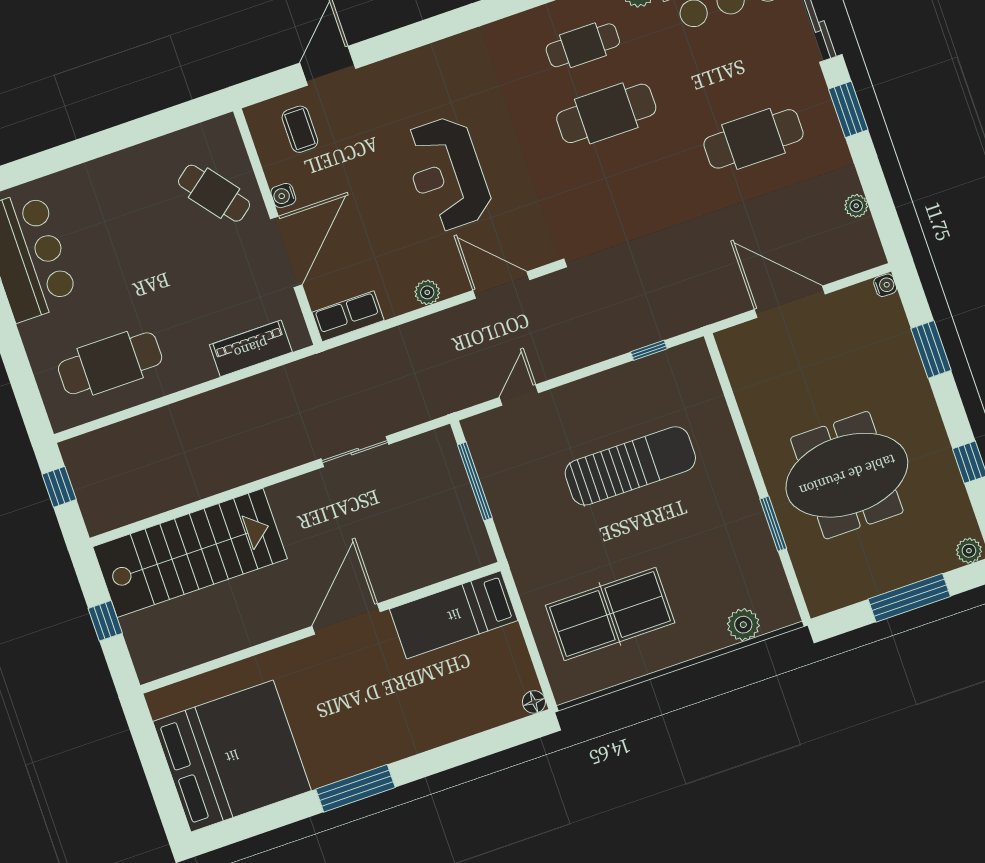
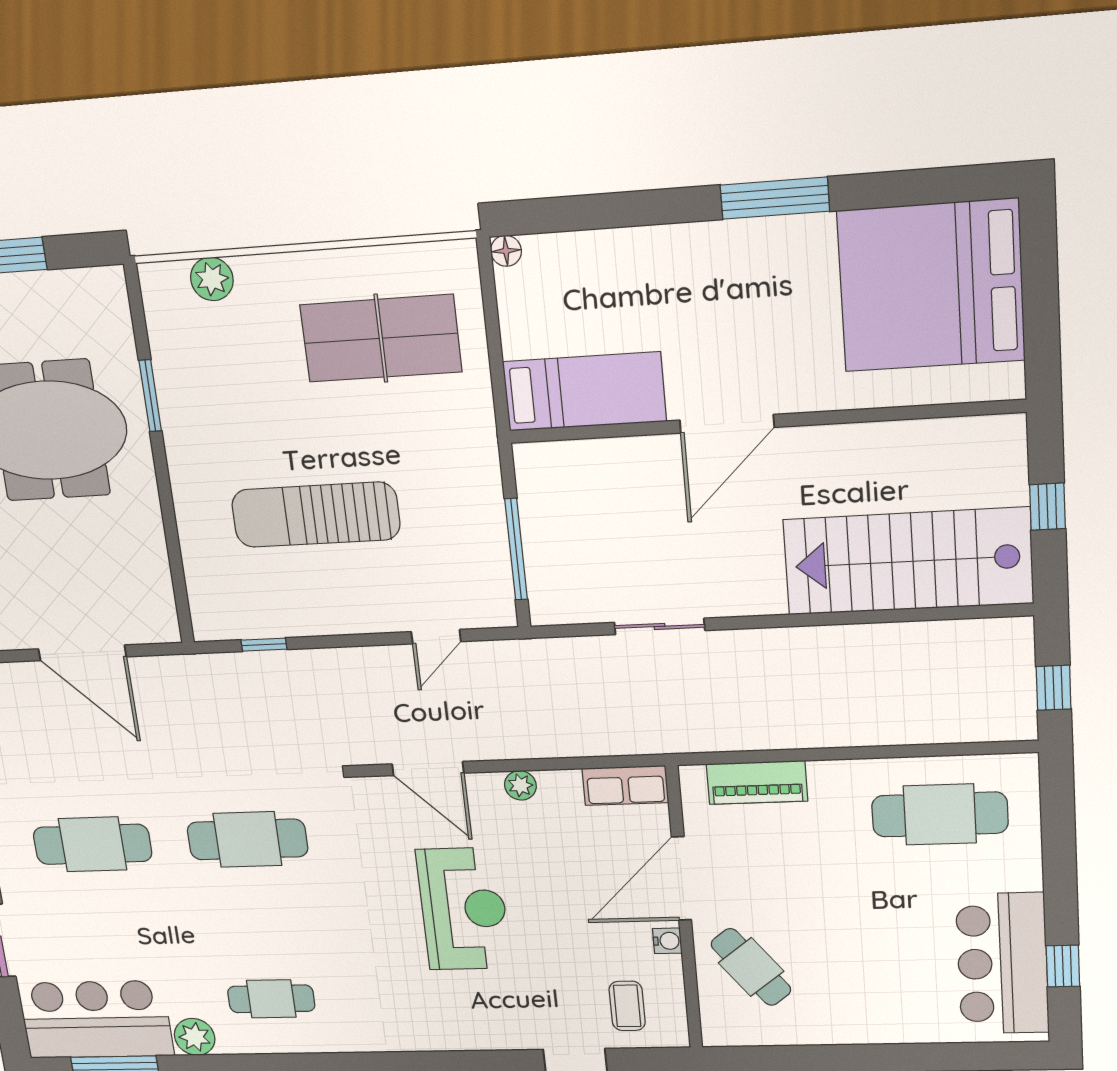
cafe table: (606, 113) -> (247, 839), moved

